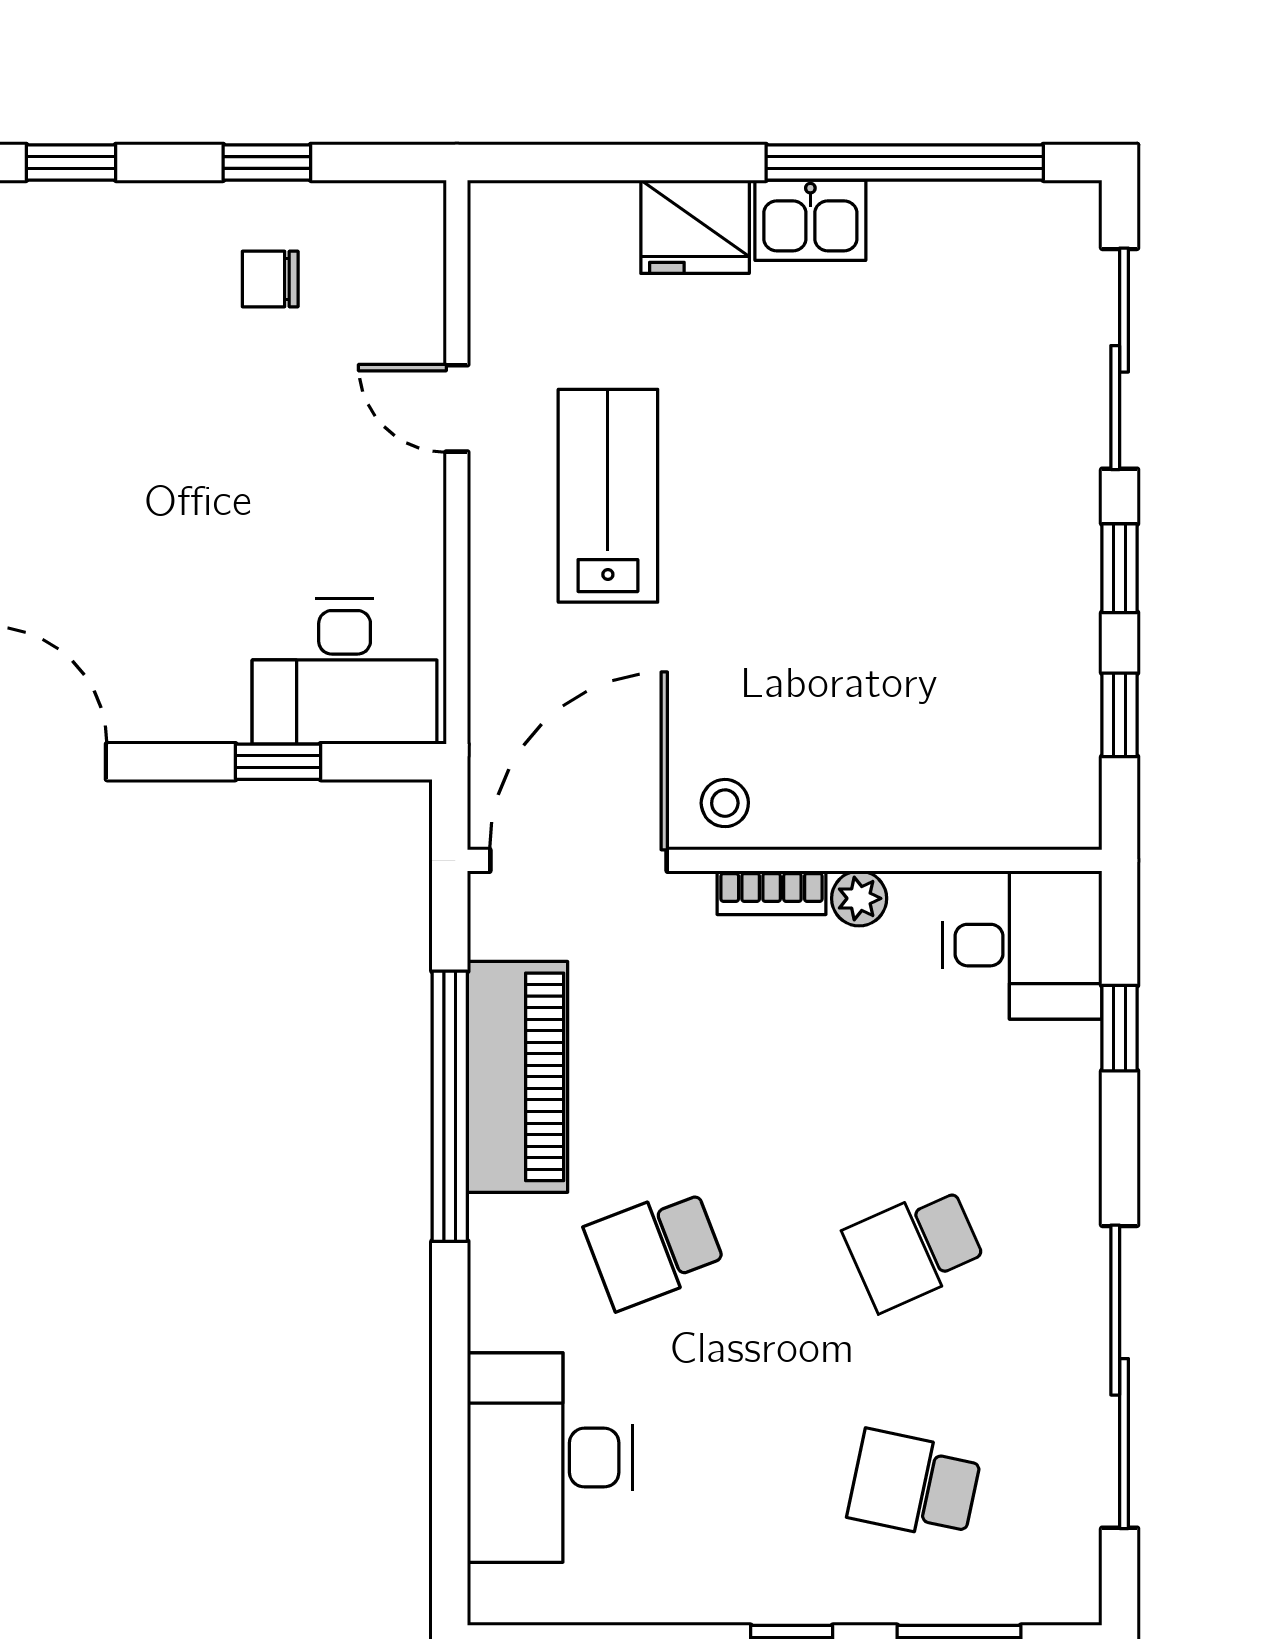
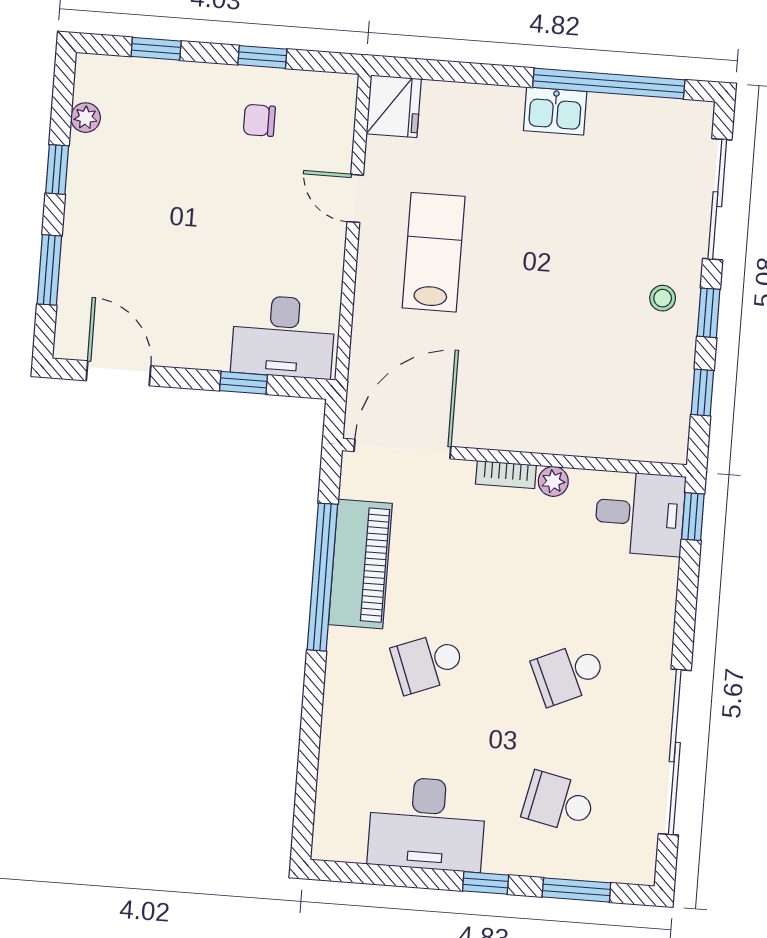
fridge: (695, 227) -> (394, 106), moved, turned -90
stool: (725, 803) -> (663, 298), moved
window: (1120, 1028) -> (693, 517), moved
desk: (550, 1458) -> (427, 824), moved, turned -90

